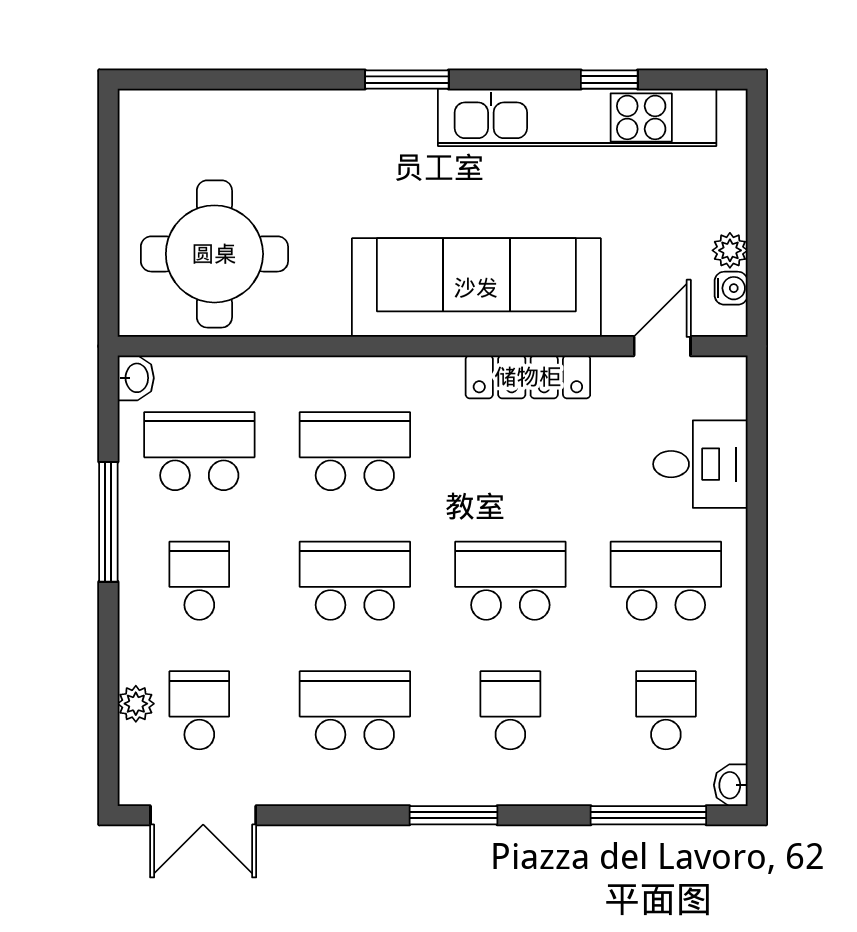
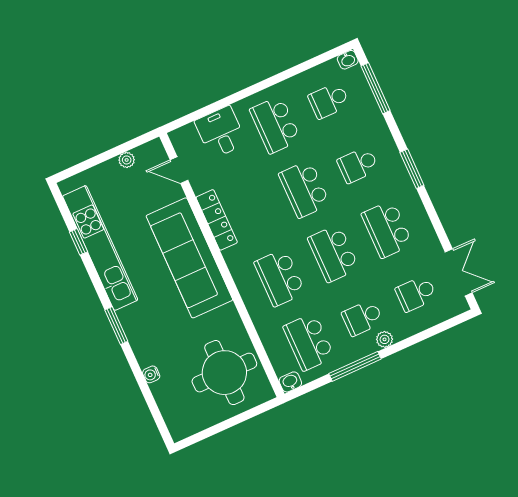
water cooler: (731, 288) -> (151, 374), moved, turned -90
plant: (136, 704) -> (385, 339), moved

